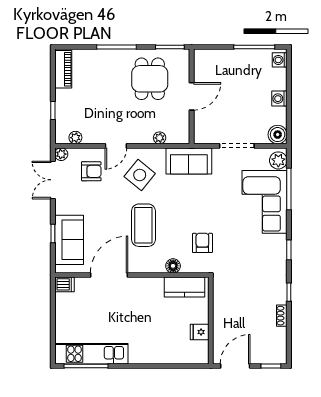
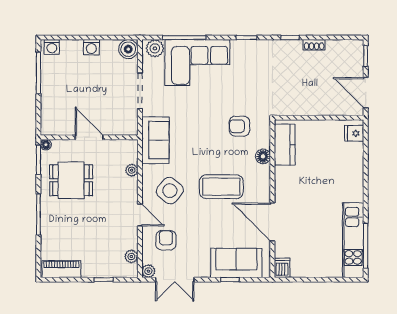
floor lamp: (184, 54) -> (46, 145), added
fridge: (200, 332) -> (354, 133), moved, turned 90

